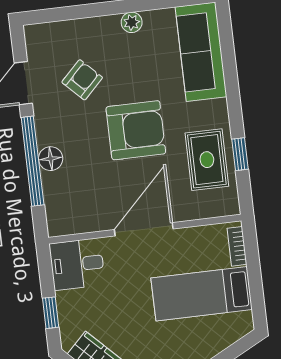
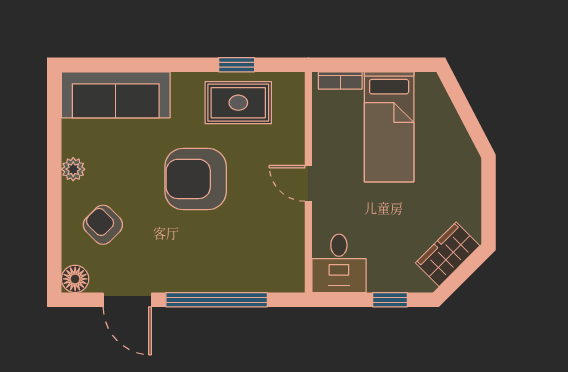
armchair: (82, 80) -> (103, 225), moved
armchair: (136, 130) -> (196, 179), turned -90
floor lamp: (51, 159) -> (75, 279), moved
door: (144, 229) -> (308, 183), width x0.53

